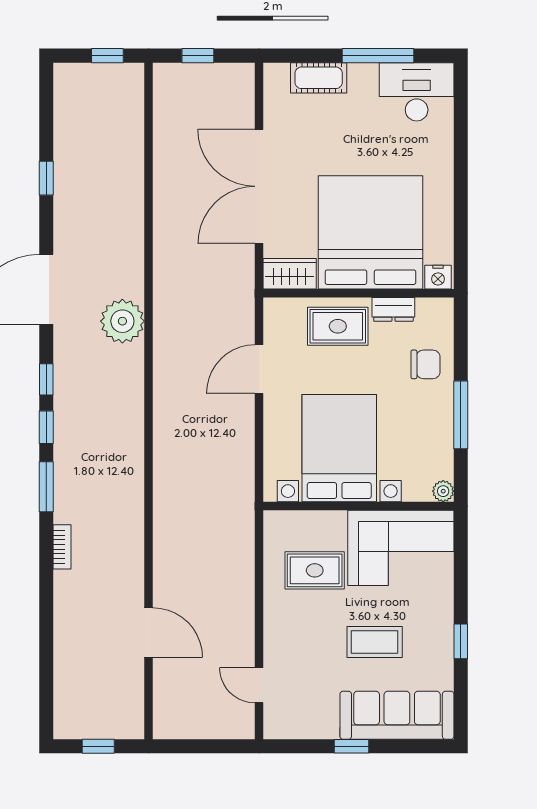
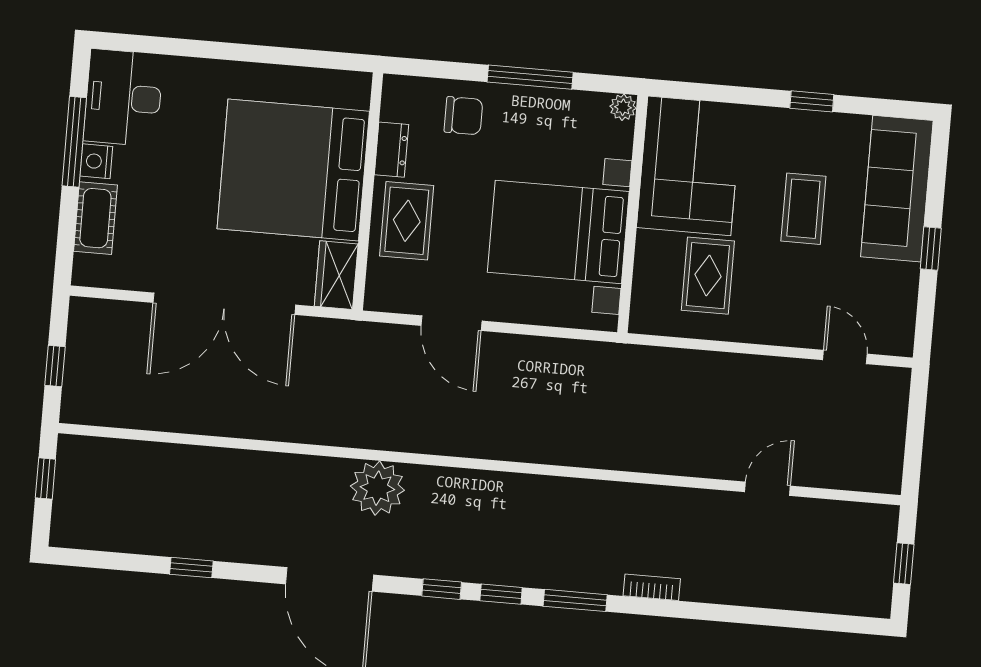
nightstand: (438, 277) -> (96, 161), moved, turned 180
chair: (425, 364) -> (463, 116), turned 90
door: (149, 633) -> (768, 489), width x0.73
door: (259, 685) -> (845, 357), swing flipped

